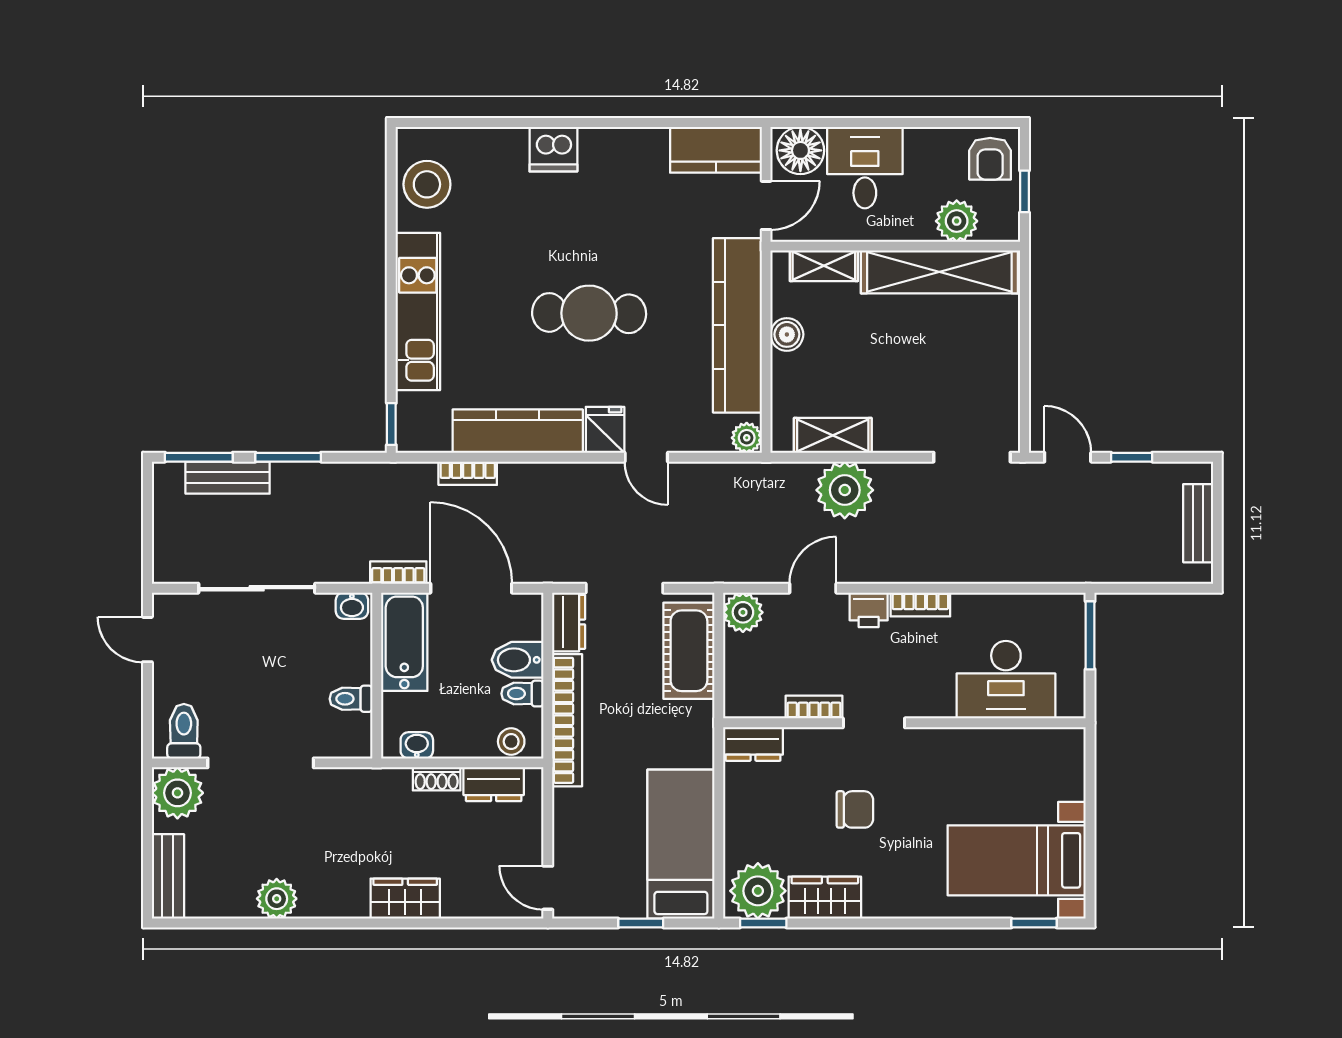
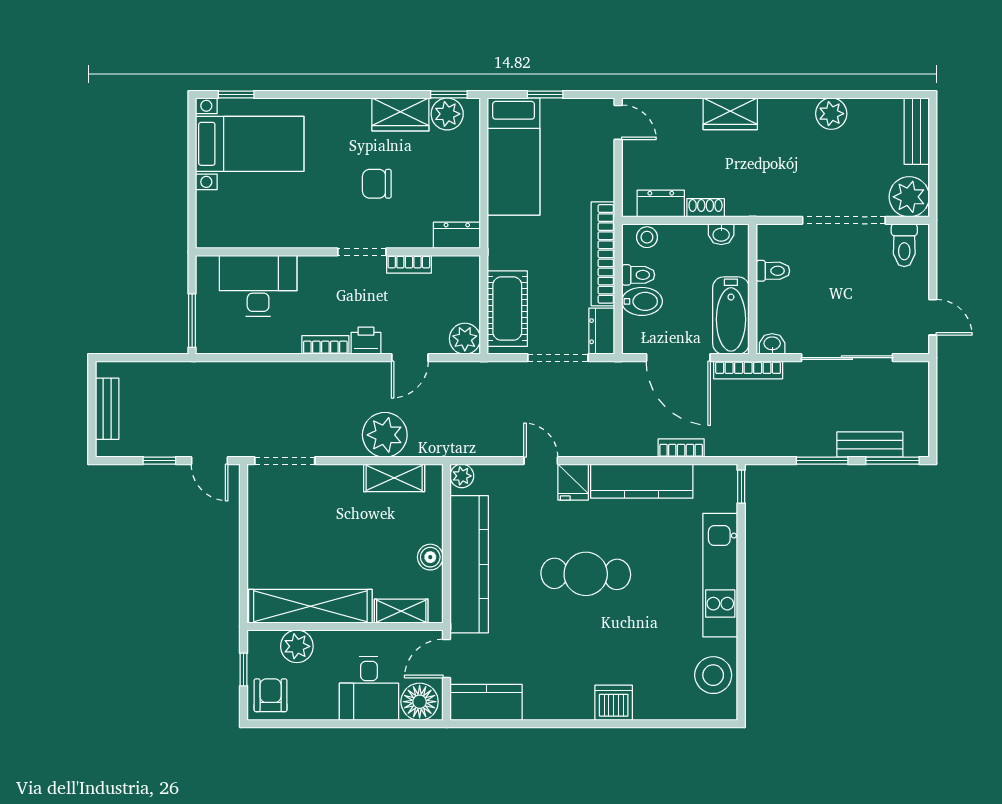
bookcase: (398, 573) -> (748, 370), width x1.56
plant: (758, 891) -> (447, 114), width x0.73, depth x0.73

